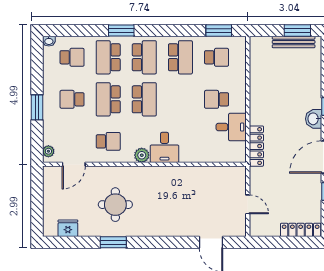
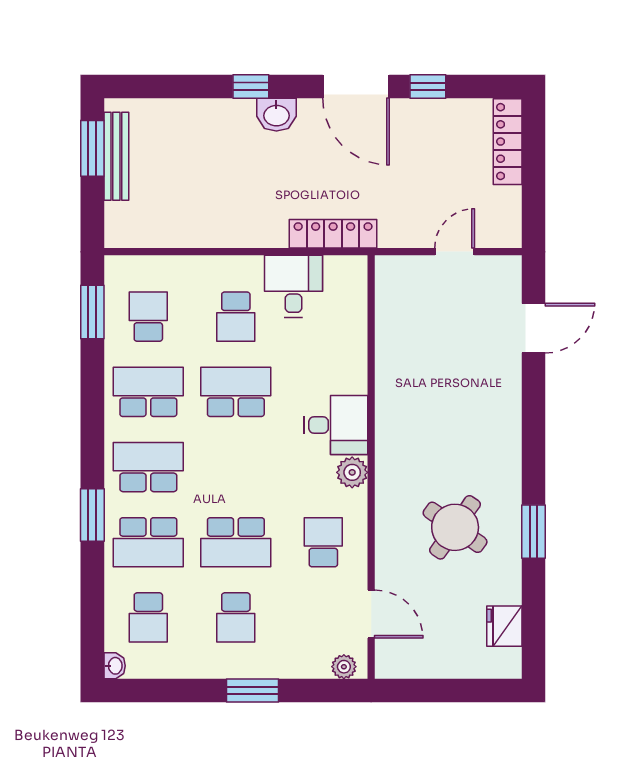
school desk: (72, 57) -> (148, 617), turned 180
school desk: (144, 99) -> (236, 392), moved
round table: (115, 205) -> (455, 527), turned 35

